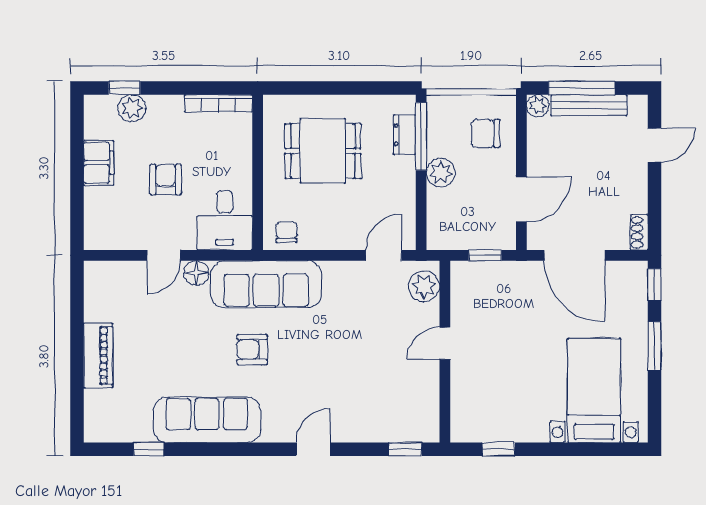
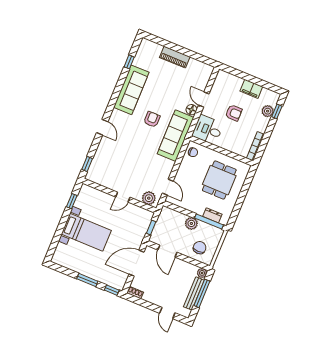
door: (445, 343) -> (123, 197), swing flipped
bed with nightstands: (594, 391) -> (86, 232), moved

